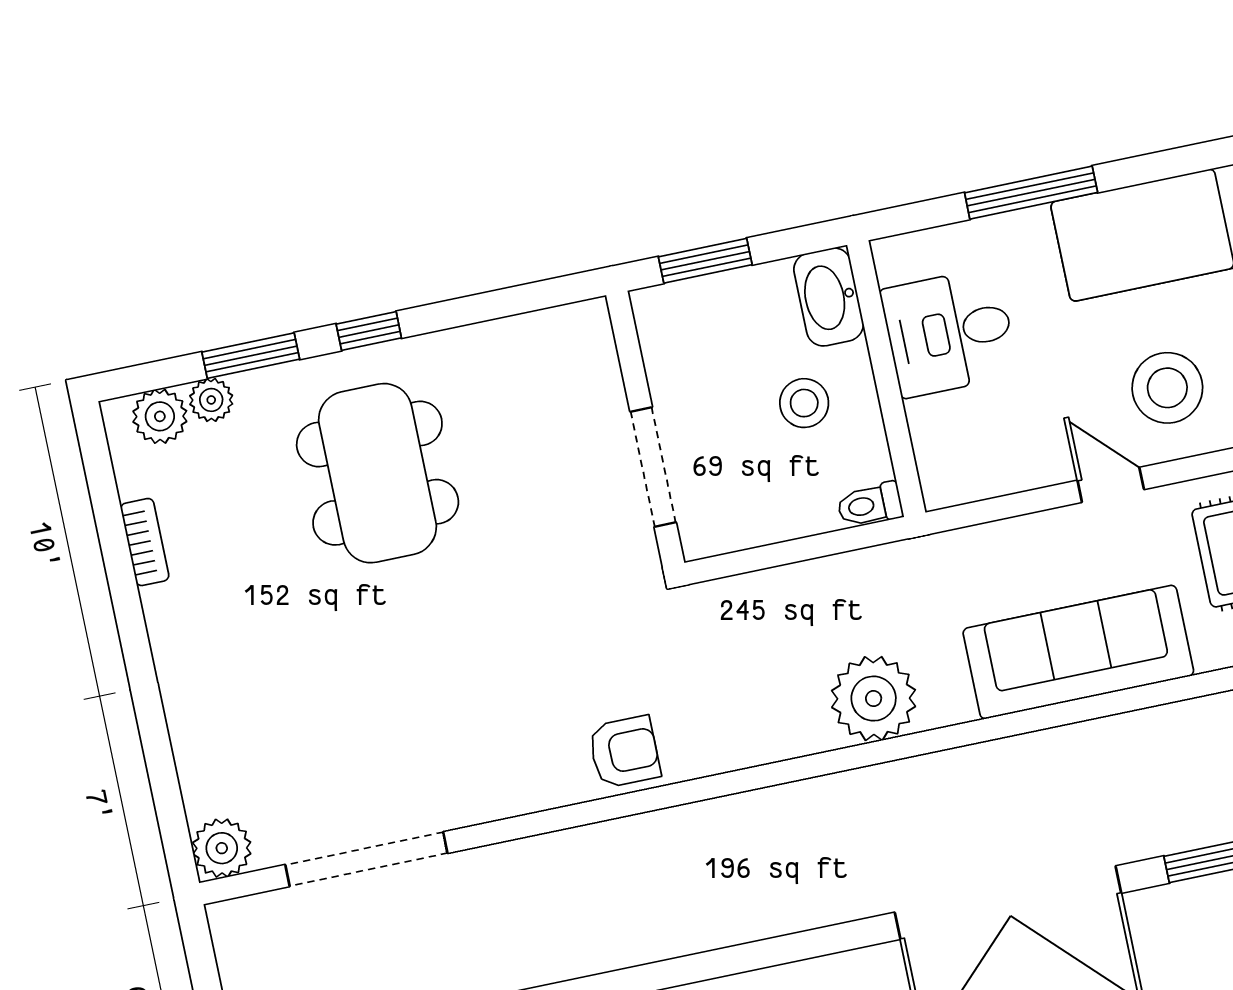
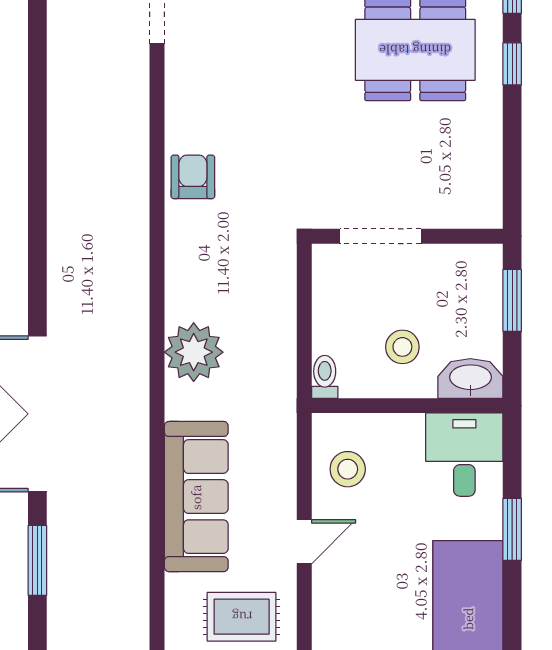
window: (1031, 193) -> (512, 529), width x0.69
desk: (949, 332) -> (464, 455), moved
stool: (1167, 388) -> (348, 469), moved, width x0.73, depth x0.73
armchair: (624, 752) -> (193, 177), turned 180

